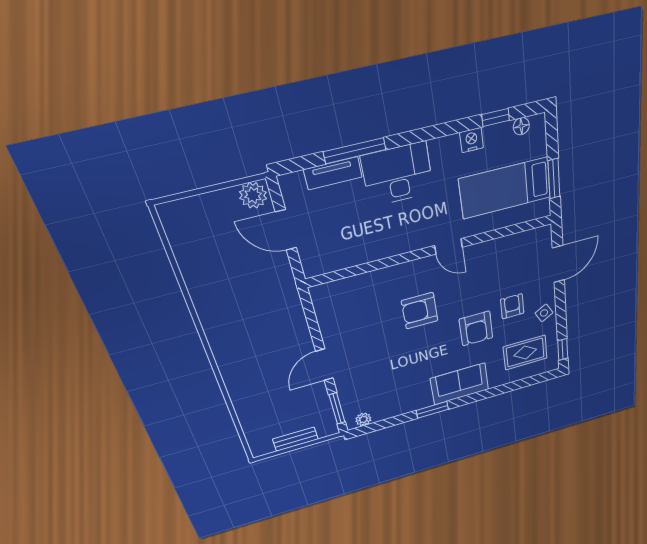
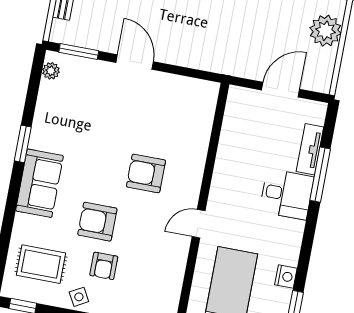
desk: (398, 174) -> (287, 194), width x0.73
plant: (253, 195) -> (326, 31), moved, width x1.36, depth x1.36
armchair: (512, 306) -> (104, 266), turned 90
armchair: (420, 311) -> (146, 173), turned -90
rug: (525, 353) -> (41, 264), turned 90

